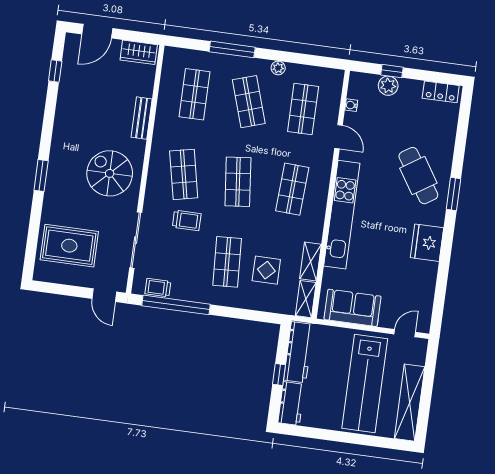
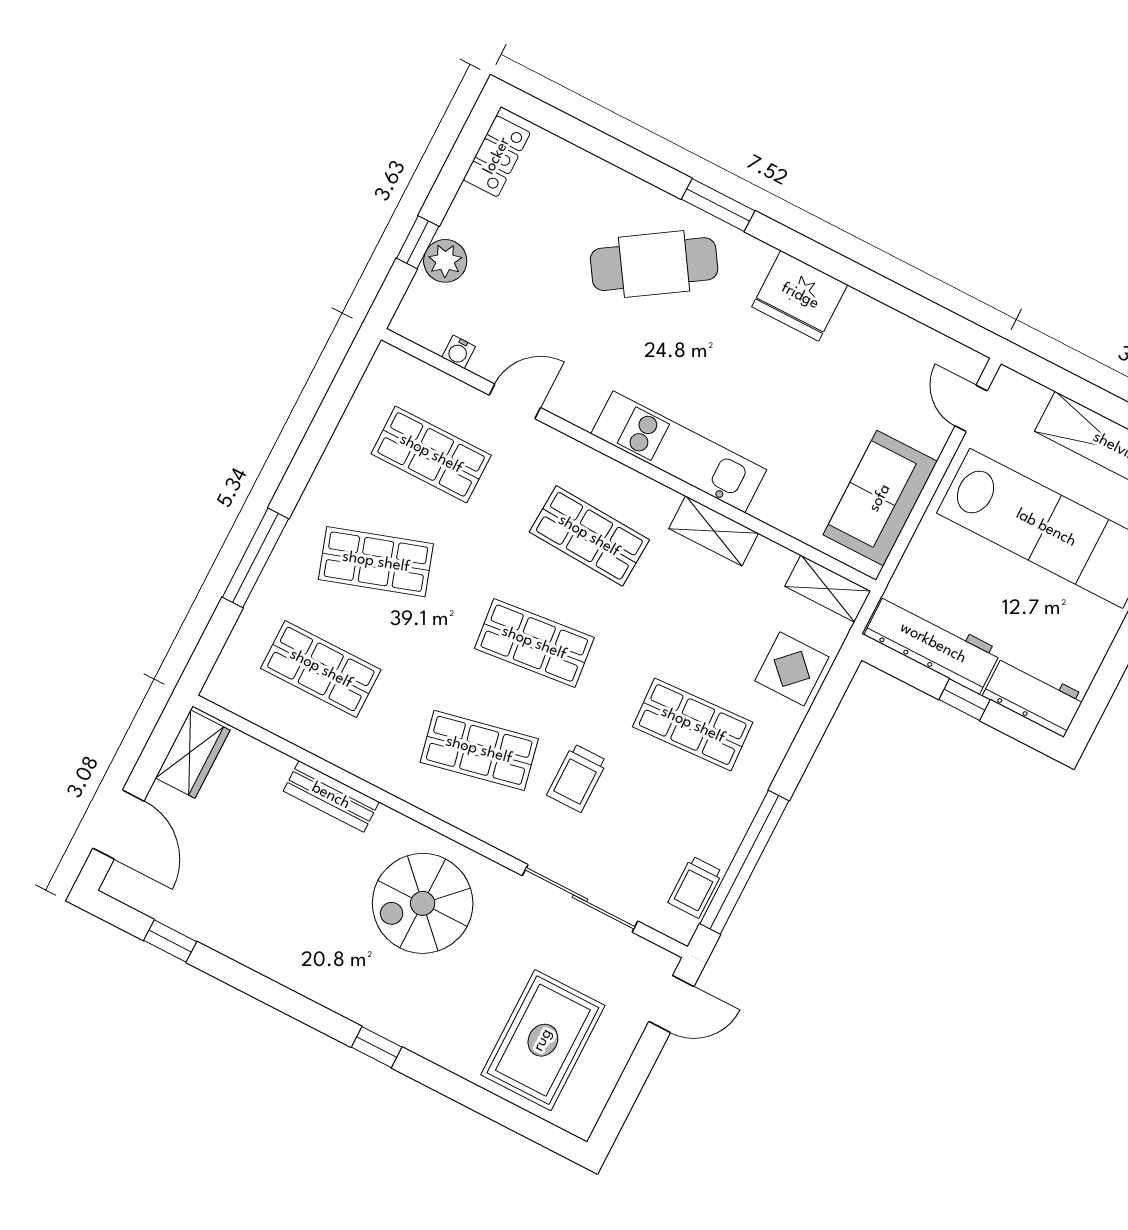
plant: (278, 68) -> (328, 476), removed
window: (41, 176) -> (377, 1047), width x0.67
kitchen unit: (342, 215) -> (679, 452), width x0.73
trolley: (187, 220) -> (577, 778), turned 180
shelving: (311, 261) -> (714, 531), moved
display table: (266, 270) -> (792, 669), moved

